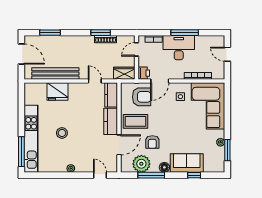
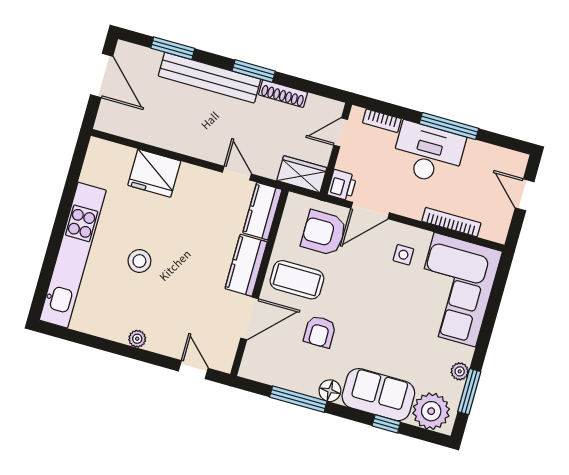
window: (101, 33) -> (254, 71), moved
bench: (55, 73) -> (209, 78), moved
armchair: (142, 97) -> (324, 233), turned 180
window: (21, 152) -> (45, 276), removed
plant: (141, 164) -> (431, 411), moved

